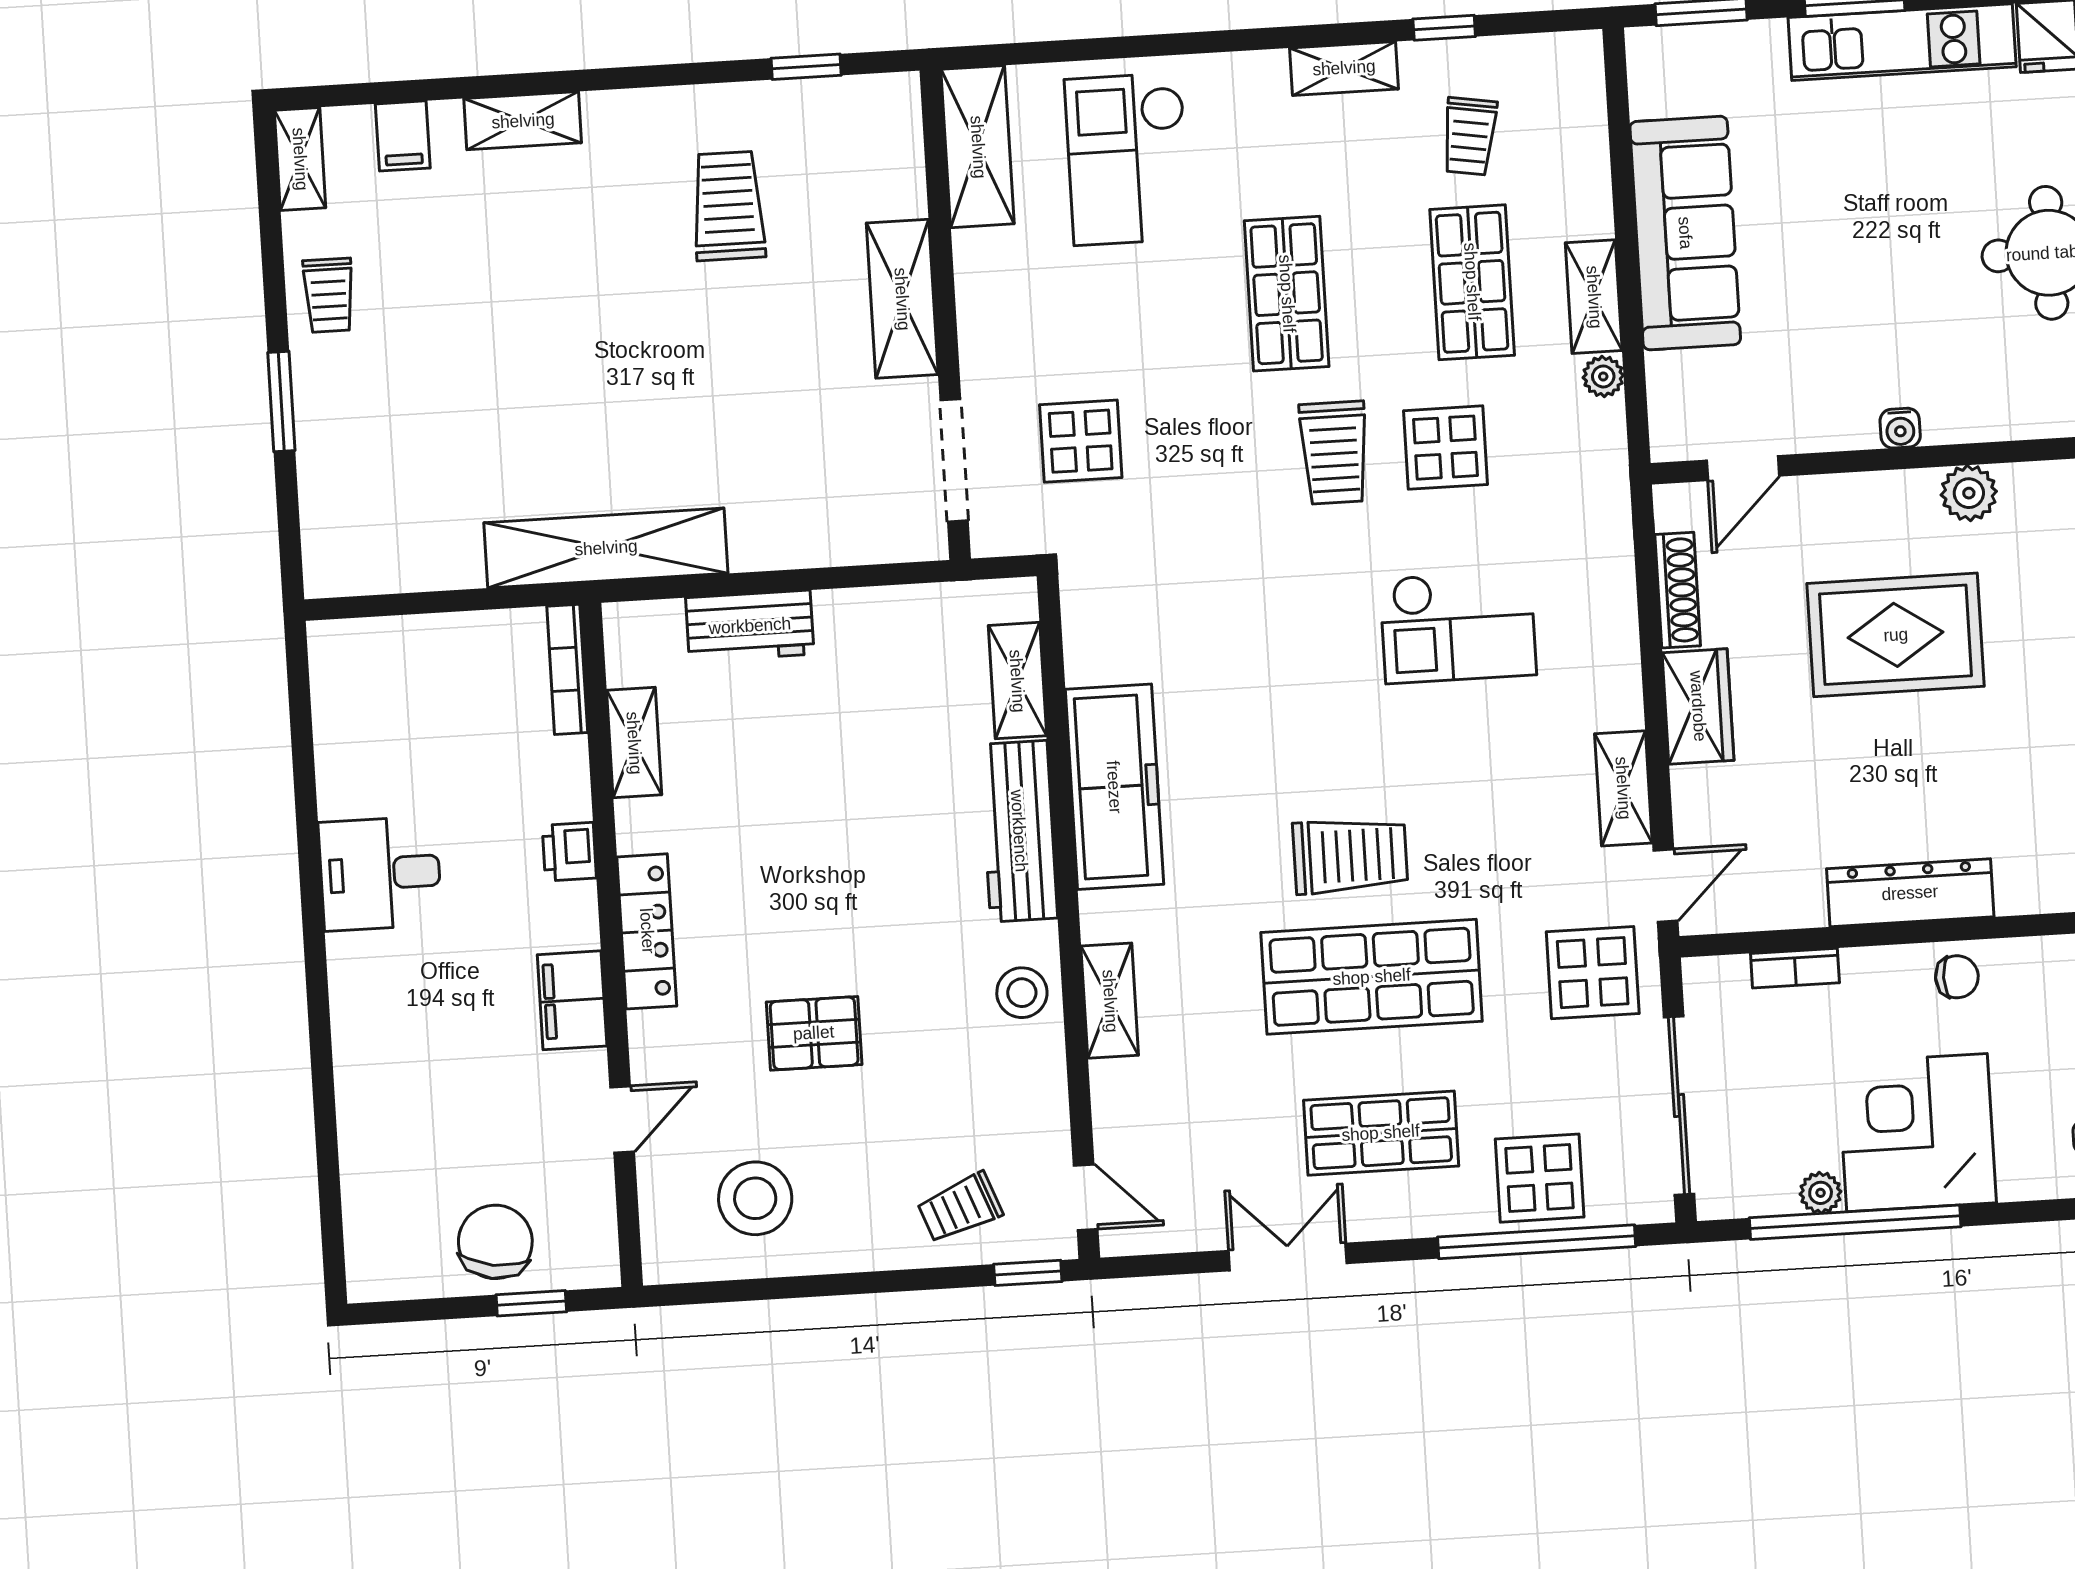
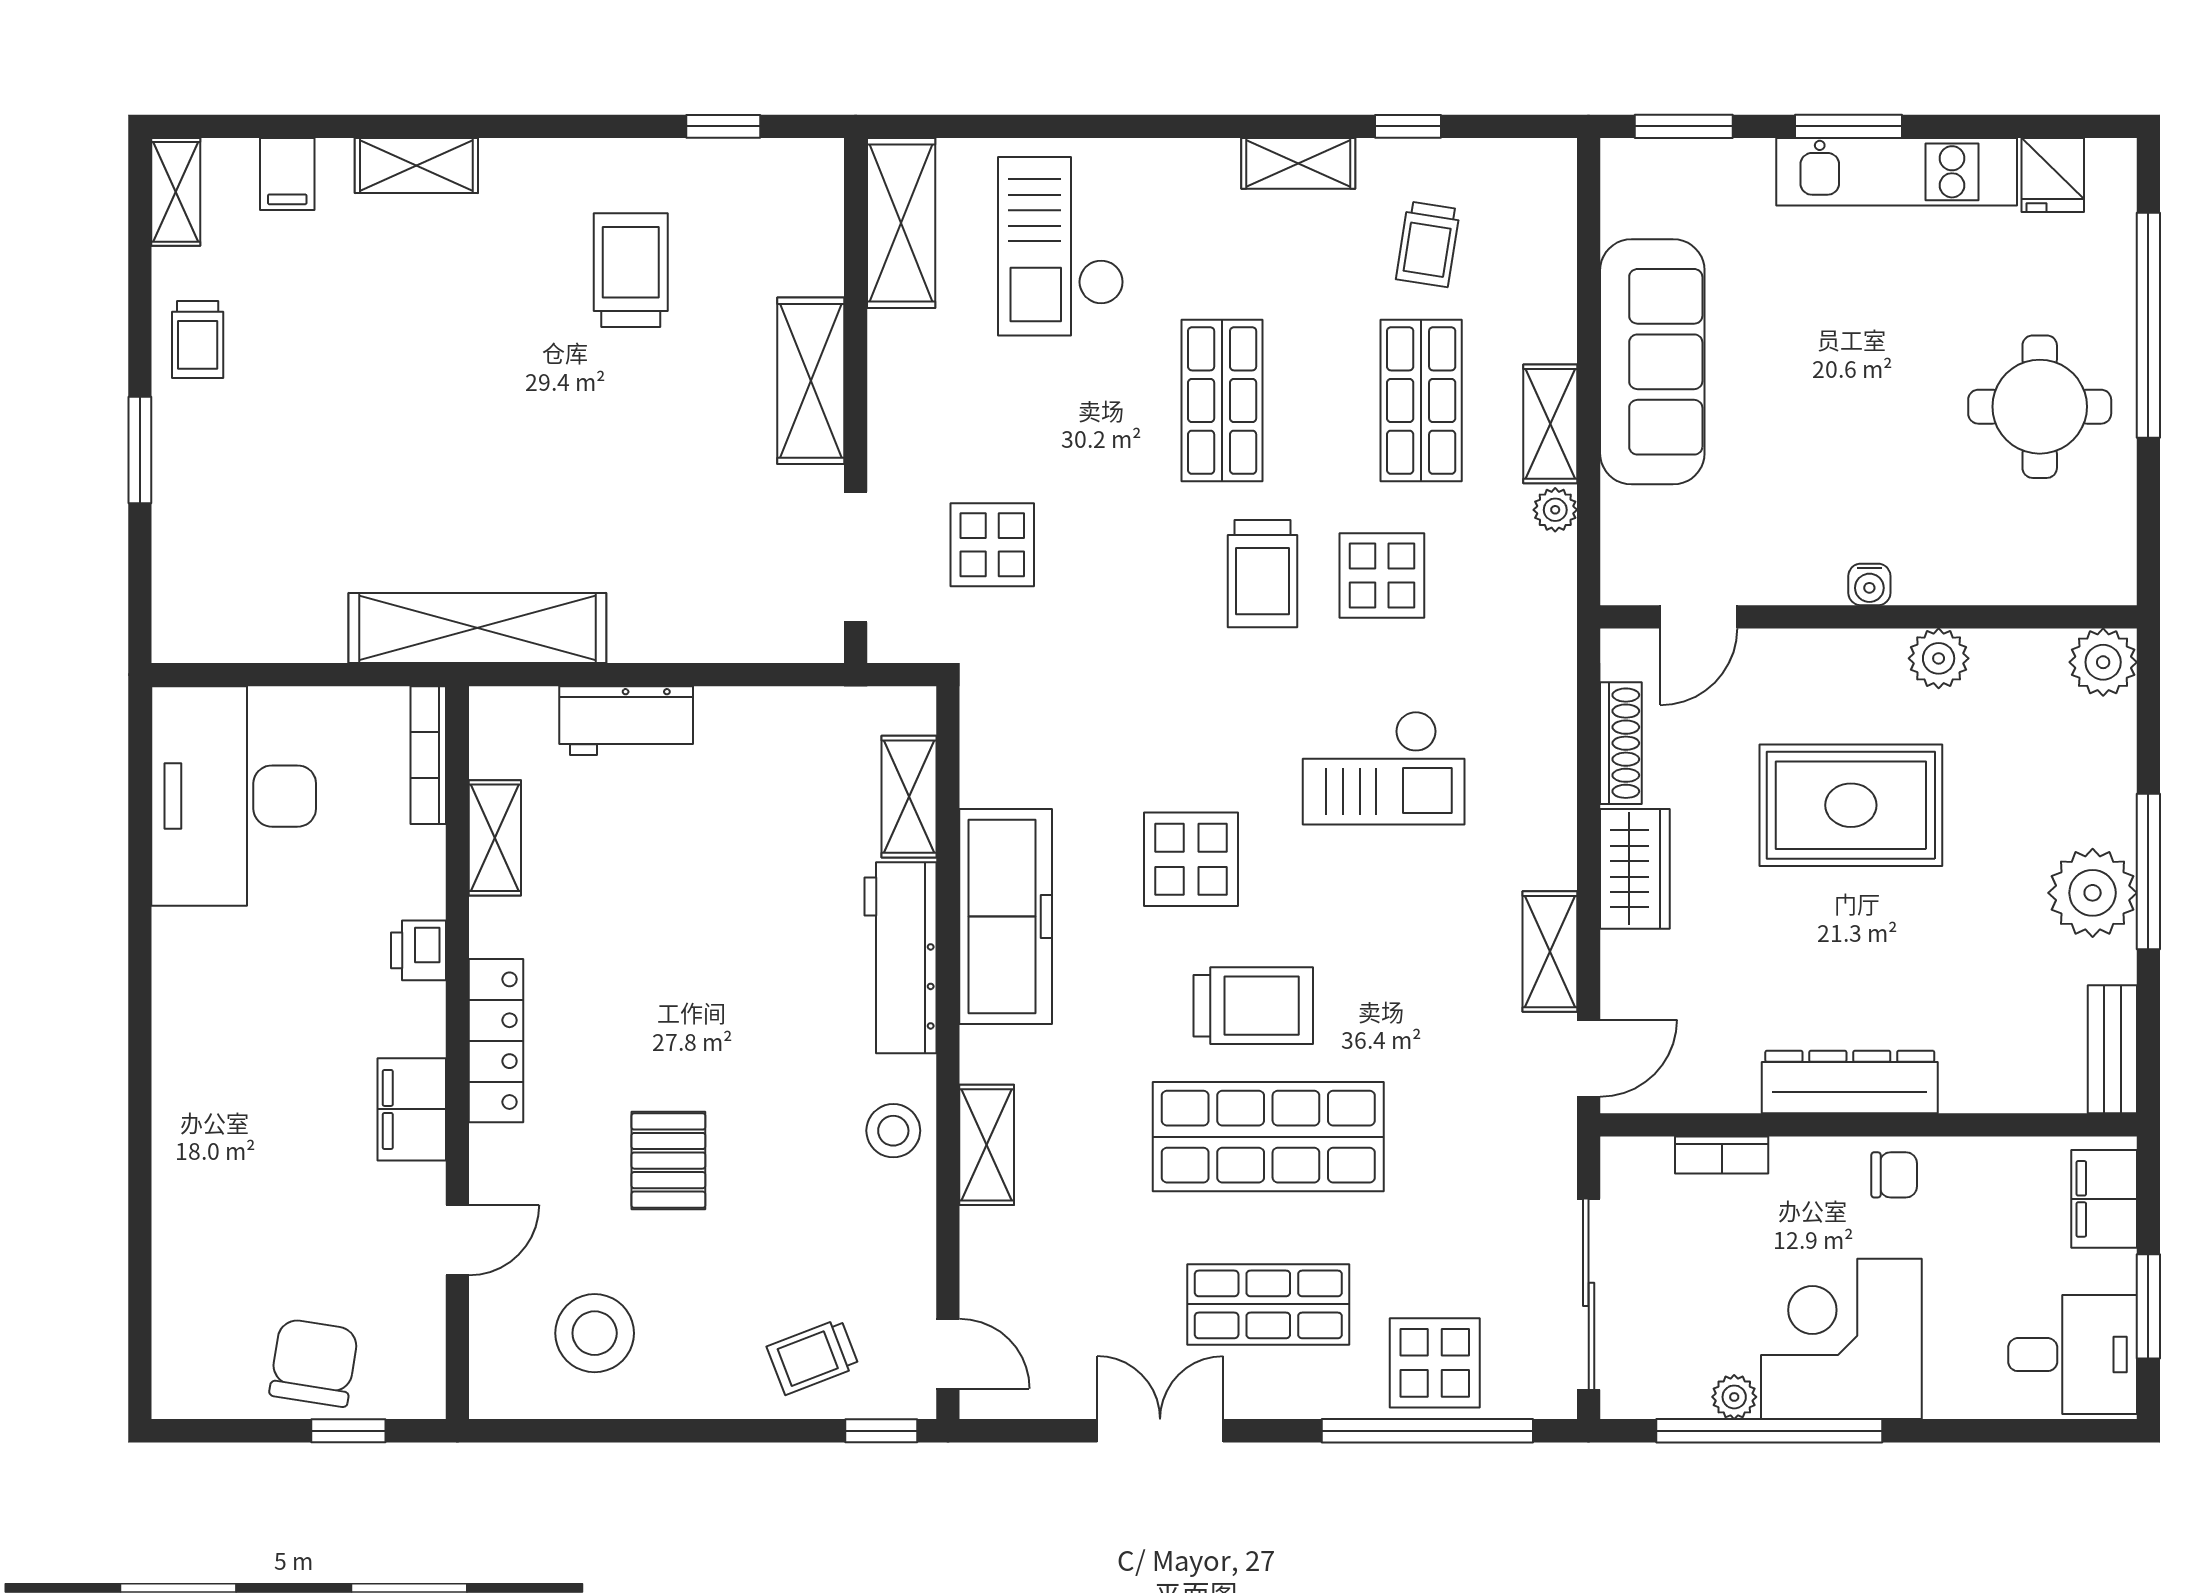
desk: (380, 873) -> (234, 796), moved, width x1.87, depth x1.30
display table: (1593, 973) -> (1191, 859), moved
pallet: (814, 1033) -> (668, 1161), turned 90

